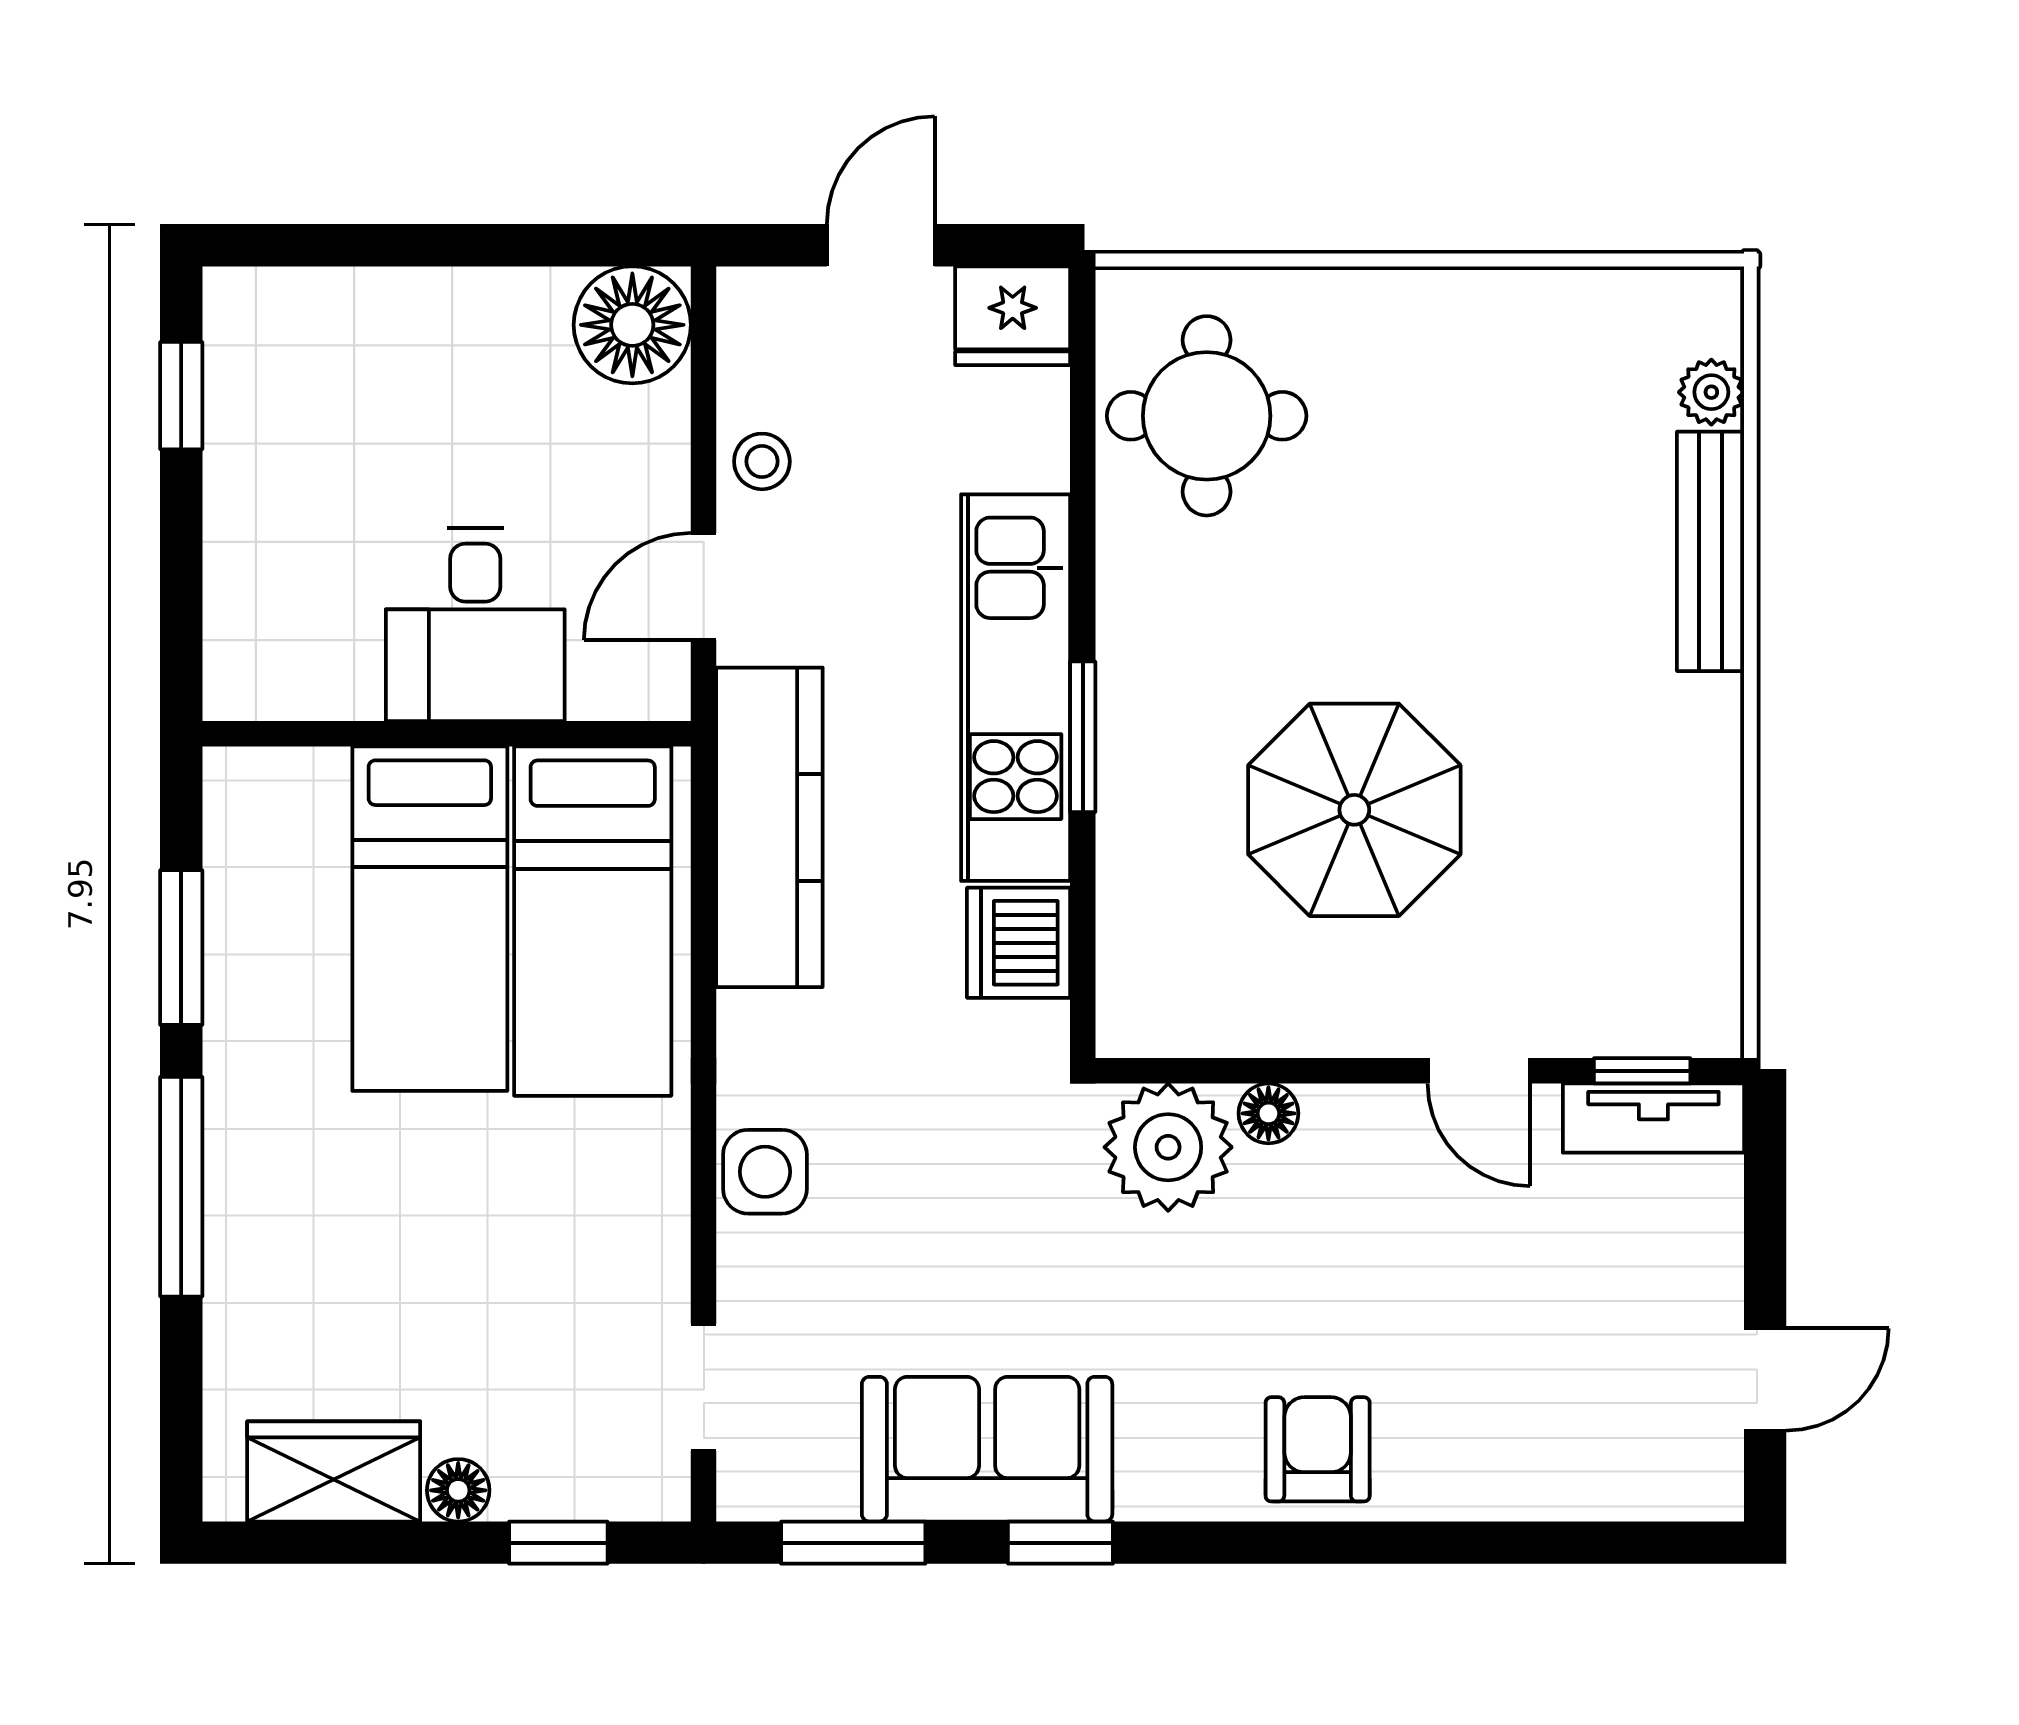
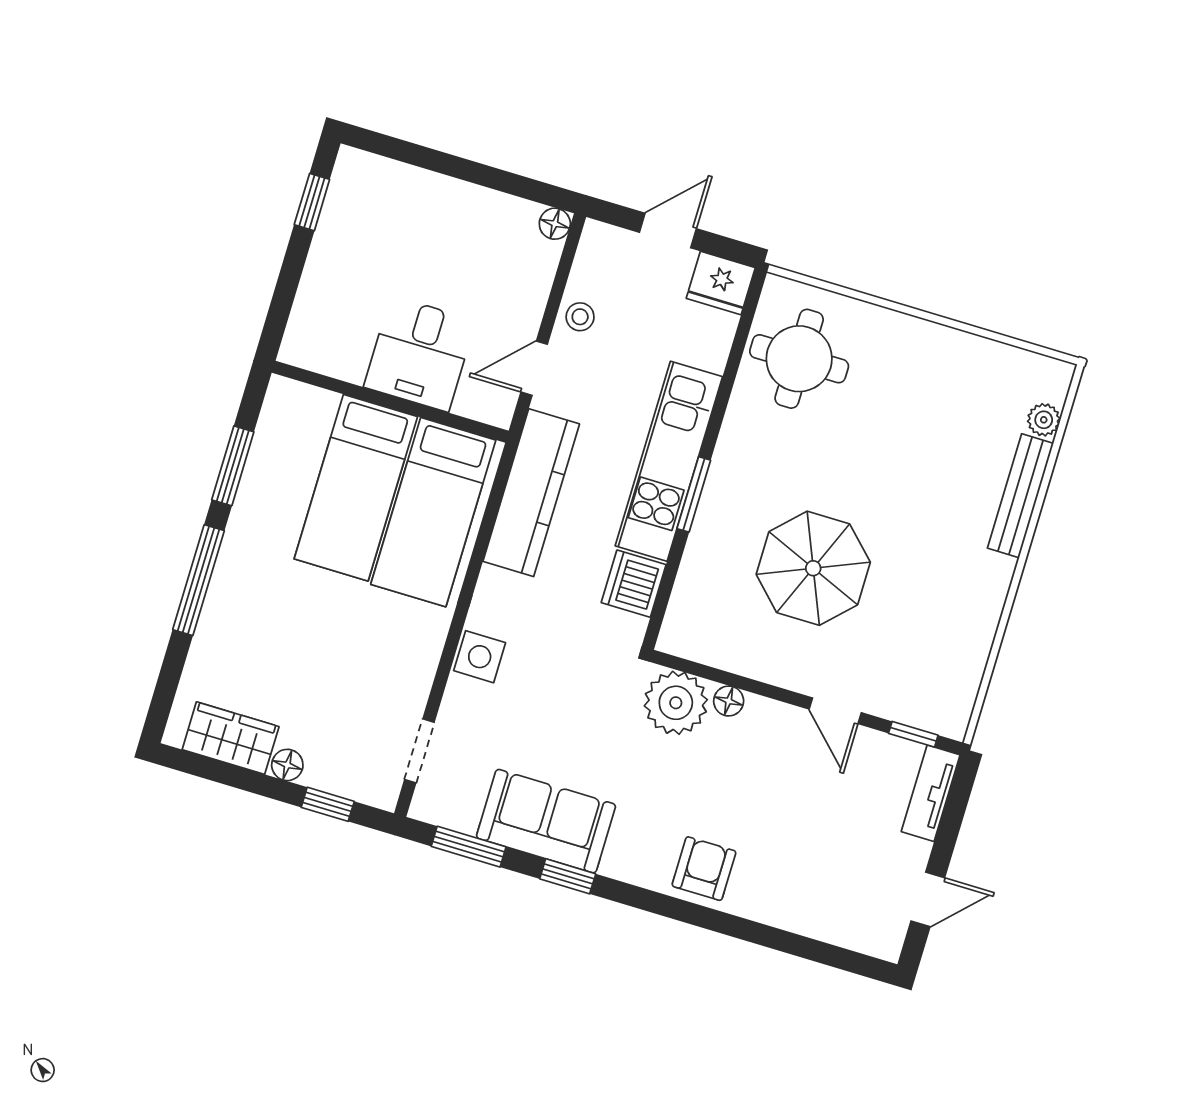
floor lamp: (632, 325) -> (555, 224), width x0.53, depth x0.53
tv unit: (1653, 1118) -> (931, 793), moved, turned 90

